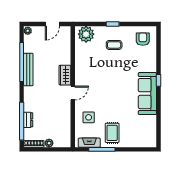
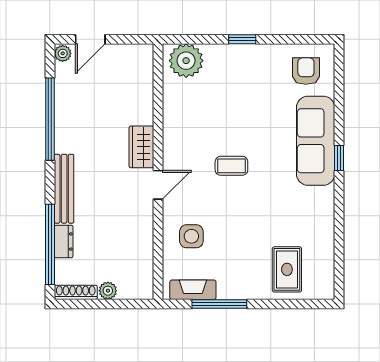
door: (52, 24) -> (90, 39), moved
coffee table: (114, 45) -> (231, 166), moved
bench: (28, 70) -> (64, 189), moved
sofa: (147, 94) -> (316, 141), moved
rug: (112, 133) -> (287, 269), moved

